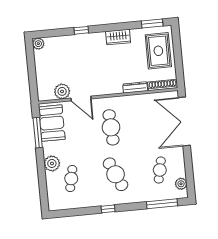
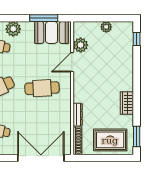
window: (81, 30) -> (137, 39), moved
plant: (38, 44) -> (106, 27), moved

